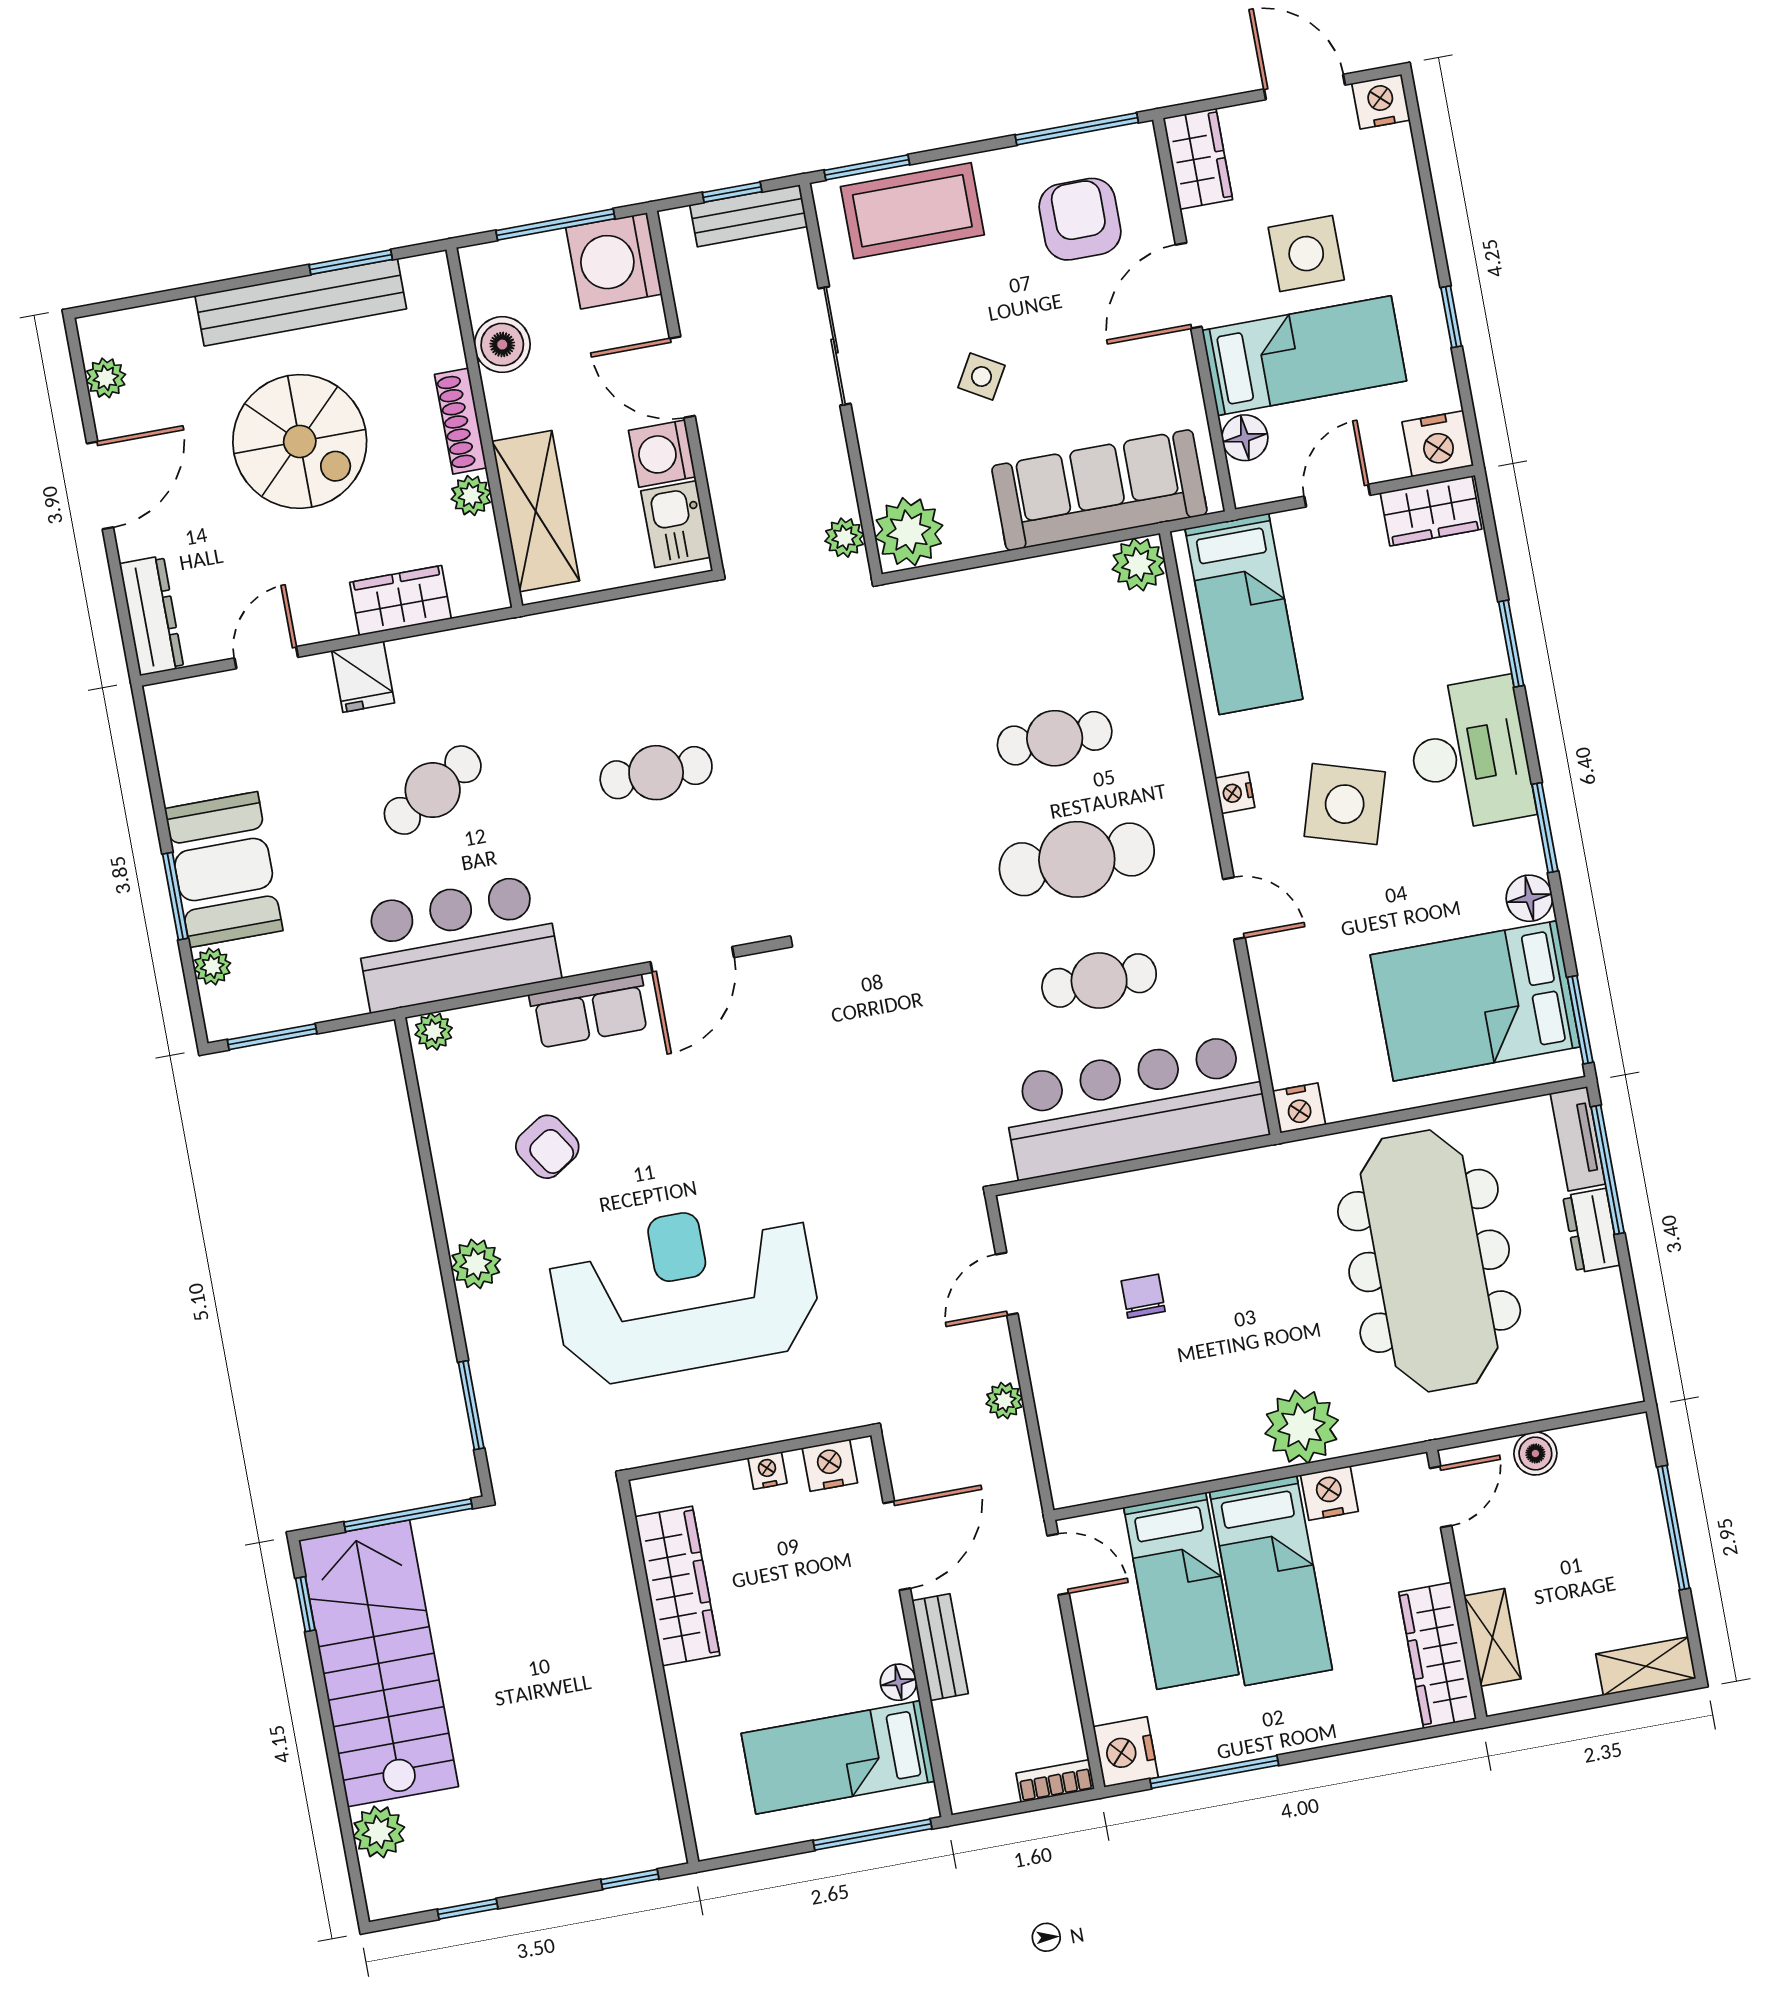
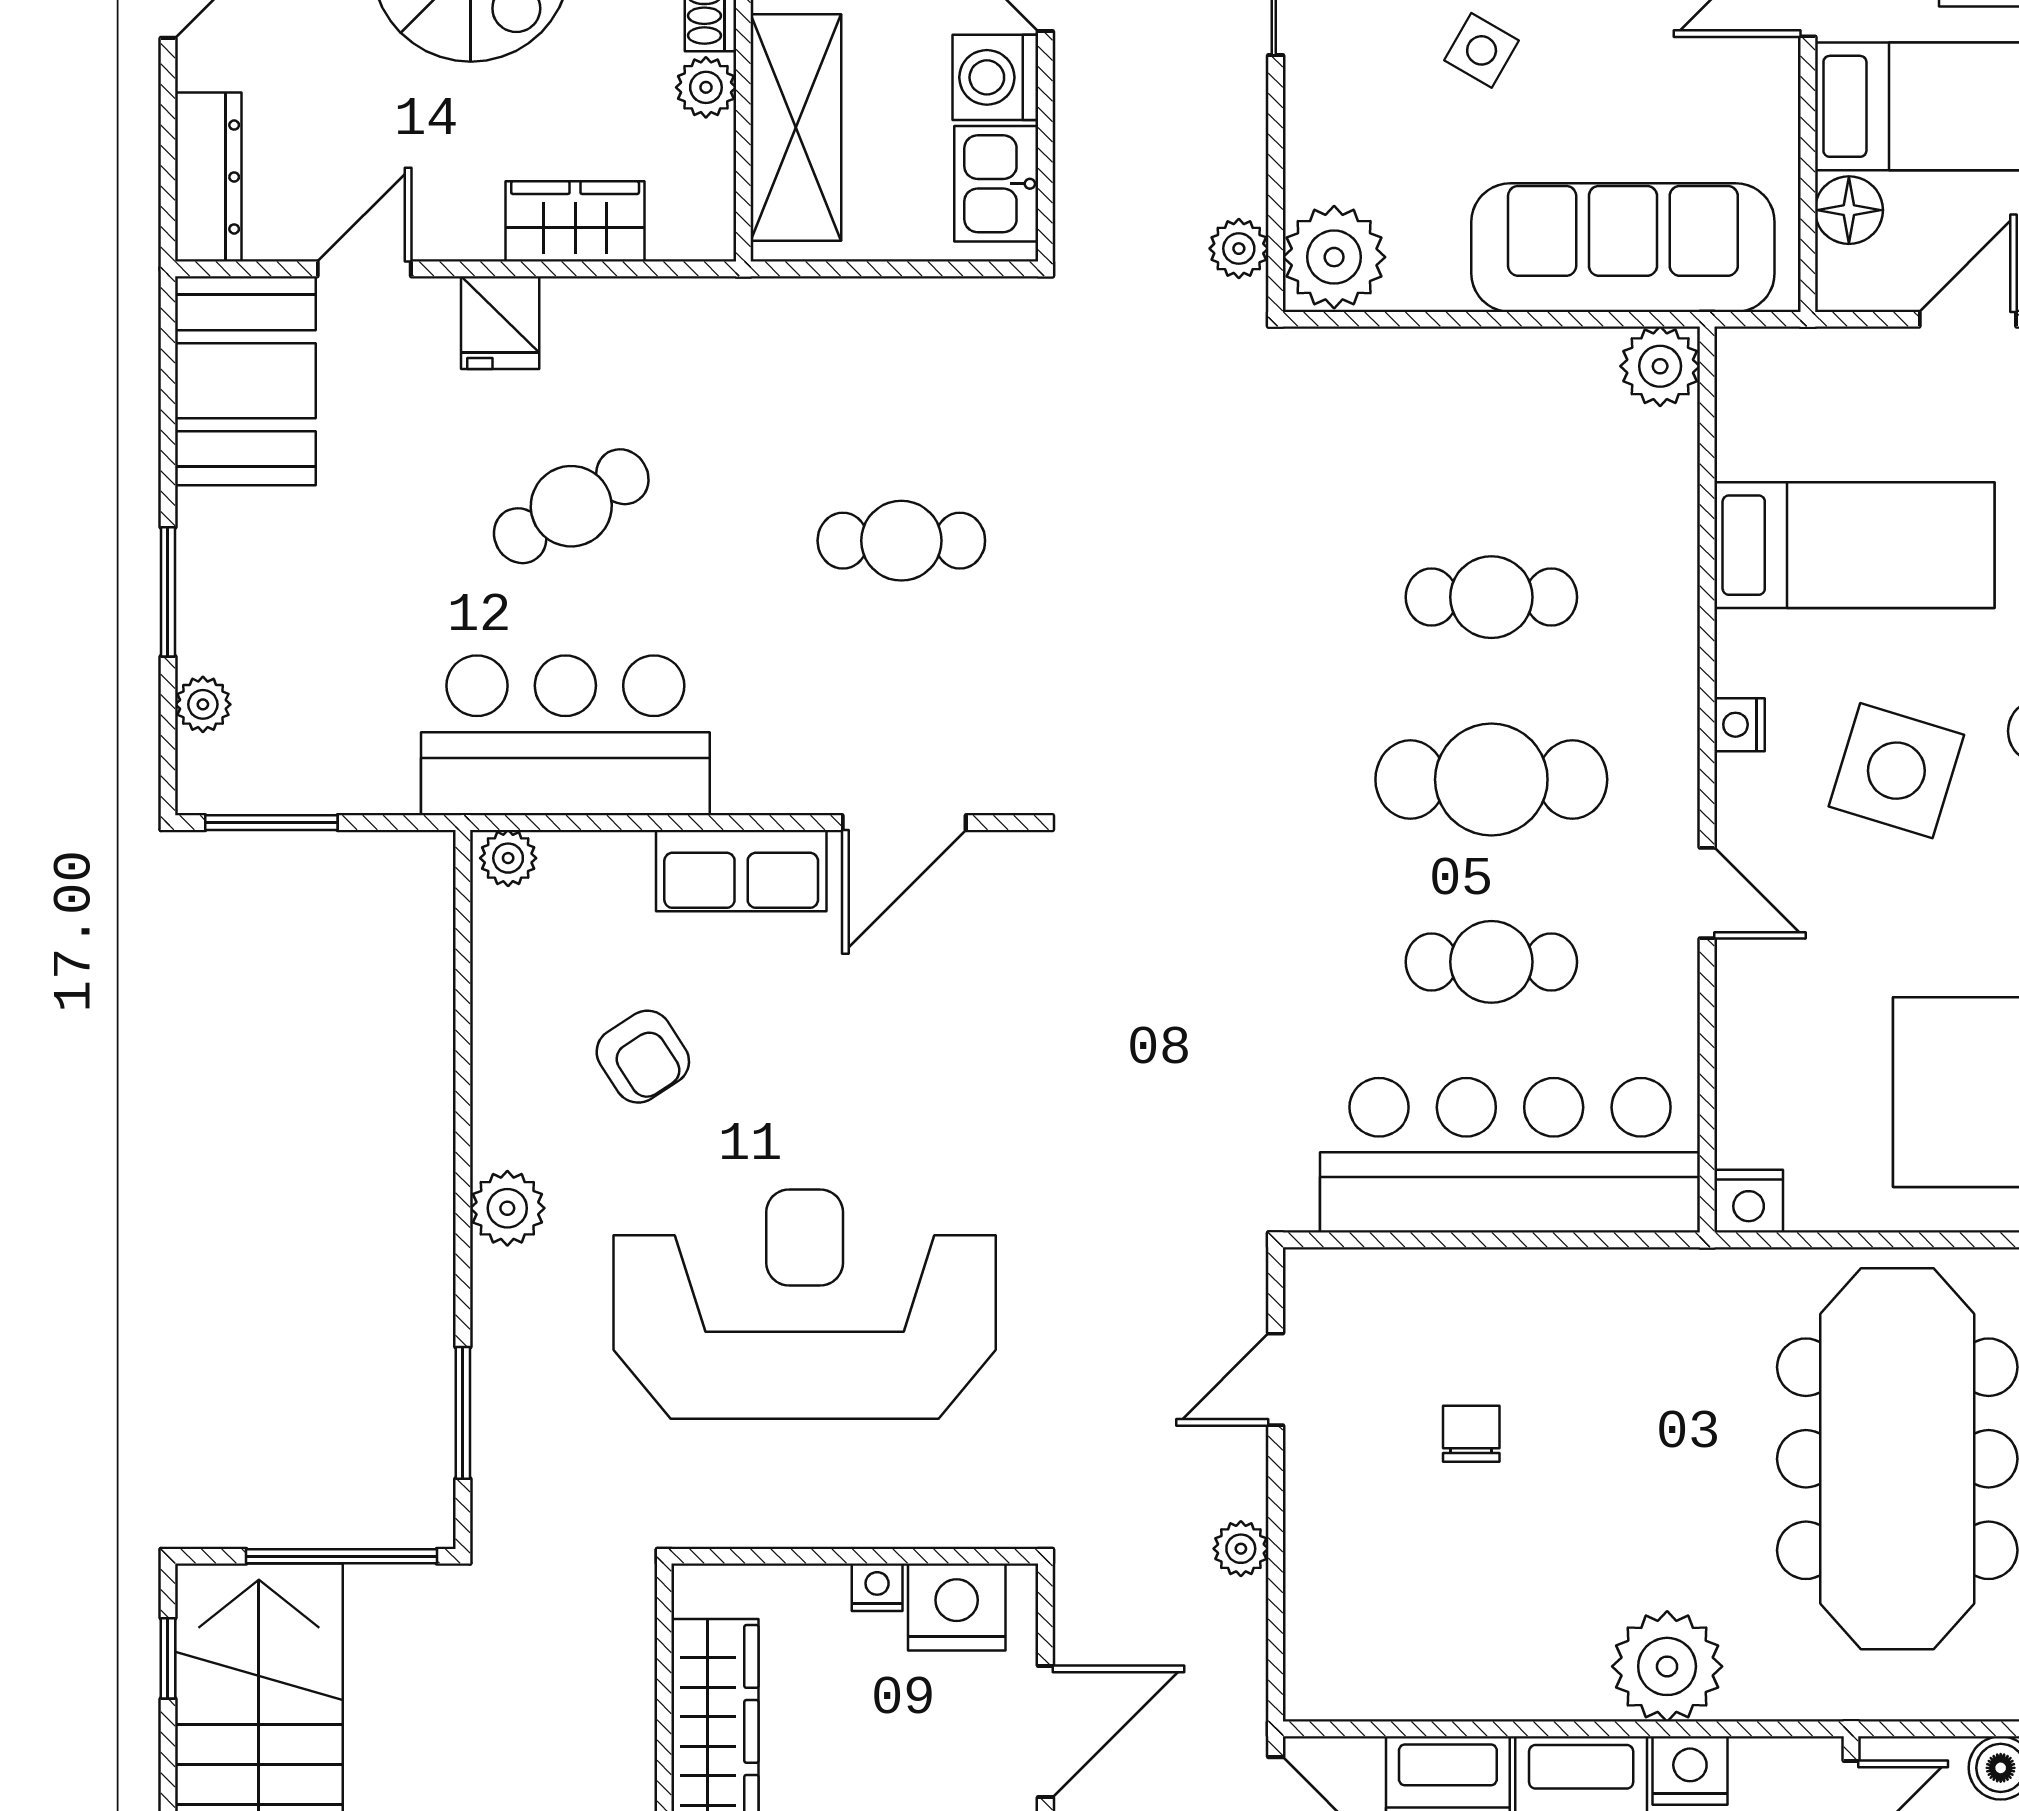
bed: (1244, 614) -> (1854, 545), moved, turned -90
booth: (224, 870) -> (245, 381), moved
nightstand: (830, 1465) -> (957, 1607), width x1.36, depth x1.33

